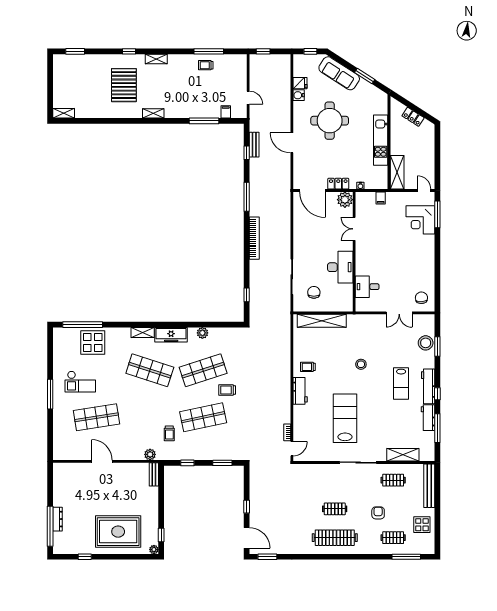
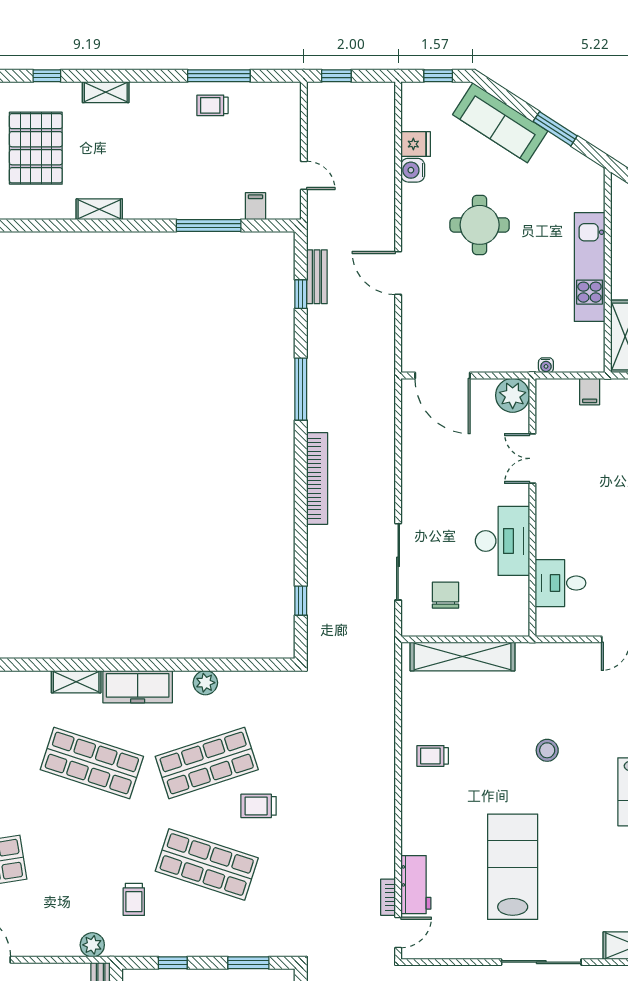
round table: (330, 121) -> (480, 225), width x0.73, depth x0.73
locker: (338, 184) -> (498, 361), removed
workbench: (300, 391) -> (416, 885), moved
shop shelf: (203, 417) -> (207, 864), turned 30

